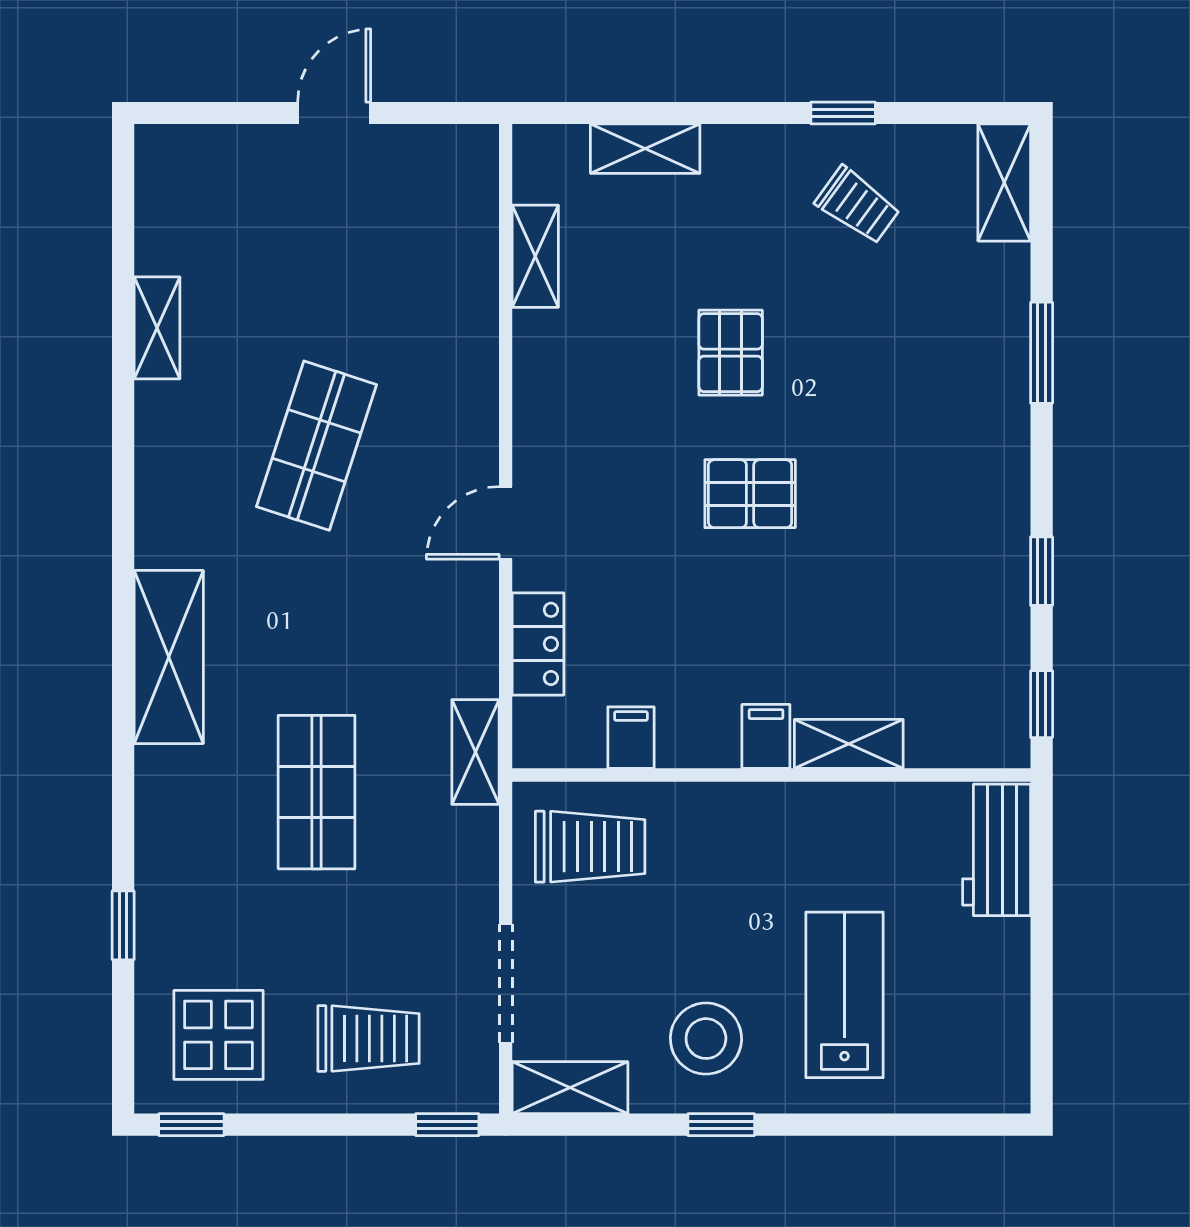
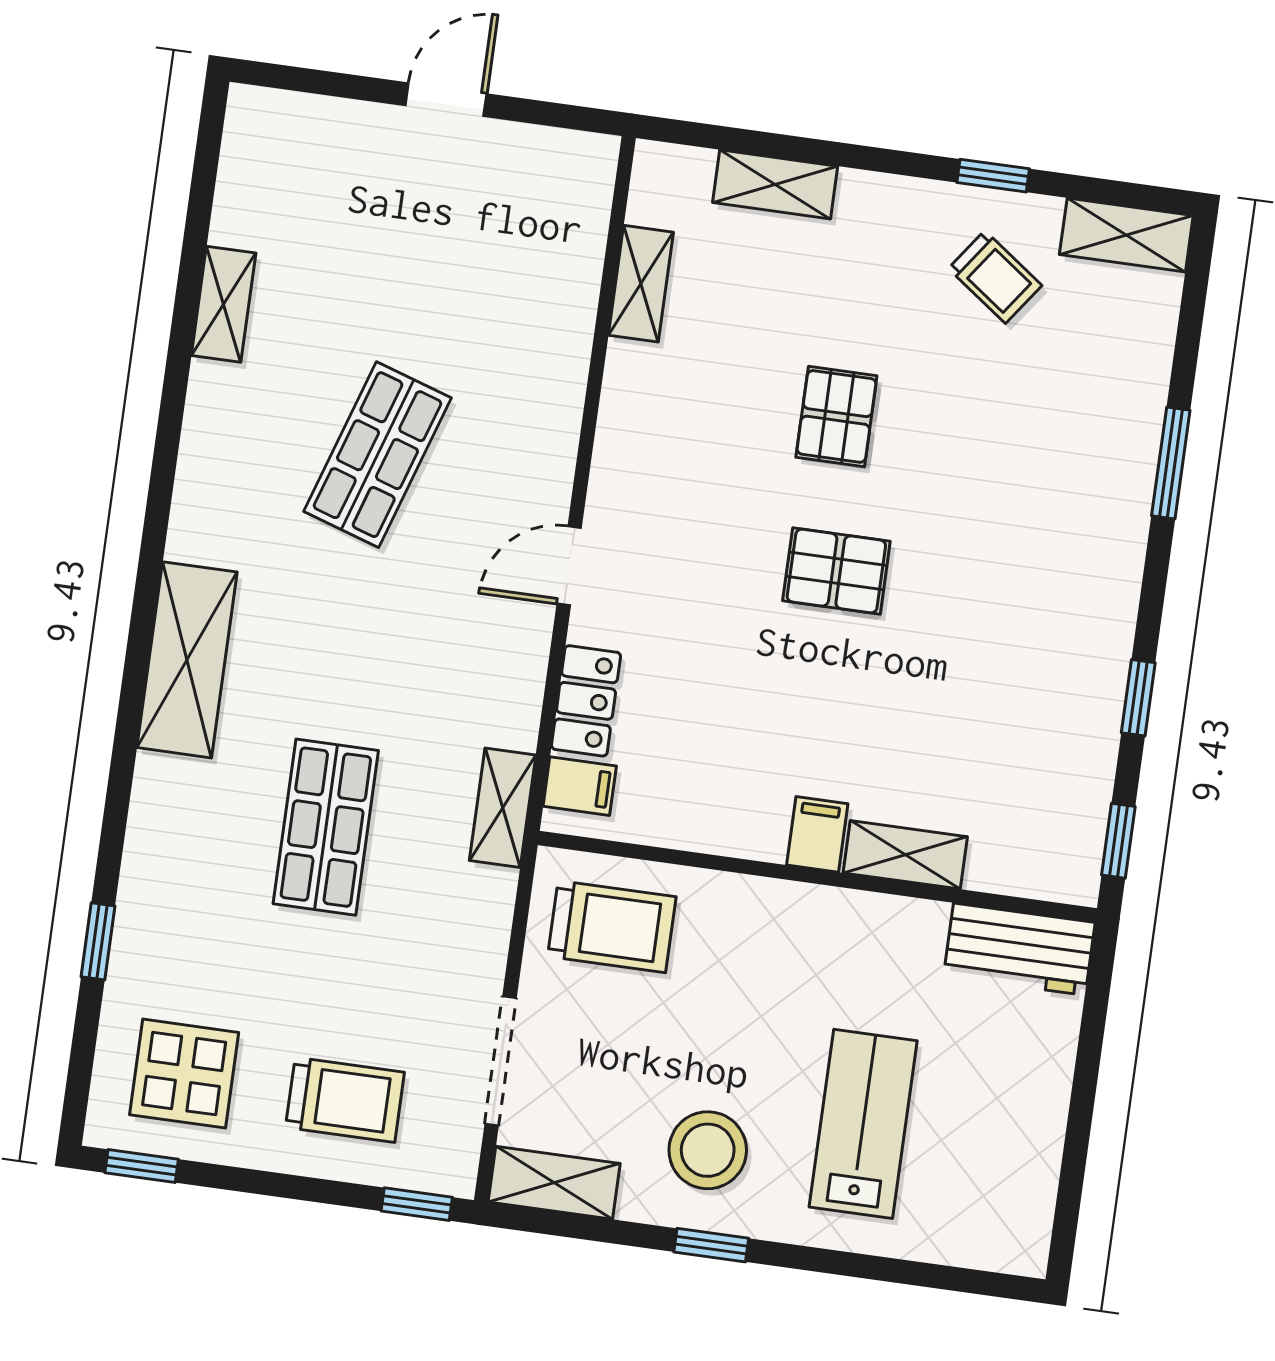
shelving: (1004, 183) -> (1126, 235), moved, turned 90
filing cabinet: (631, 738) -> (580, 786), moved, turned 90
workbench: (997, 850) -> (1019, 949), moved, turned -90

